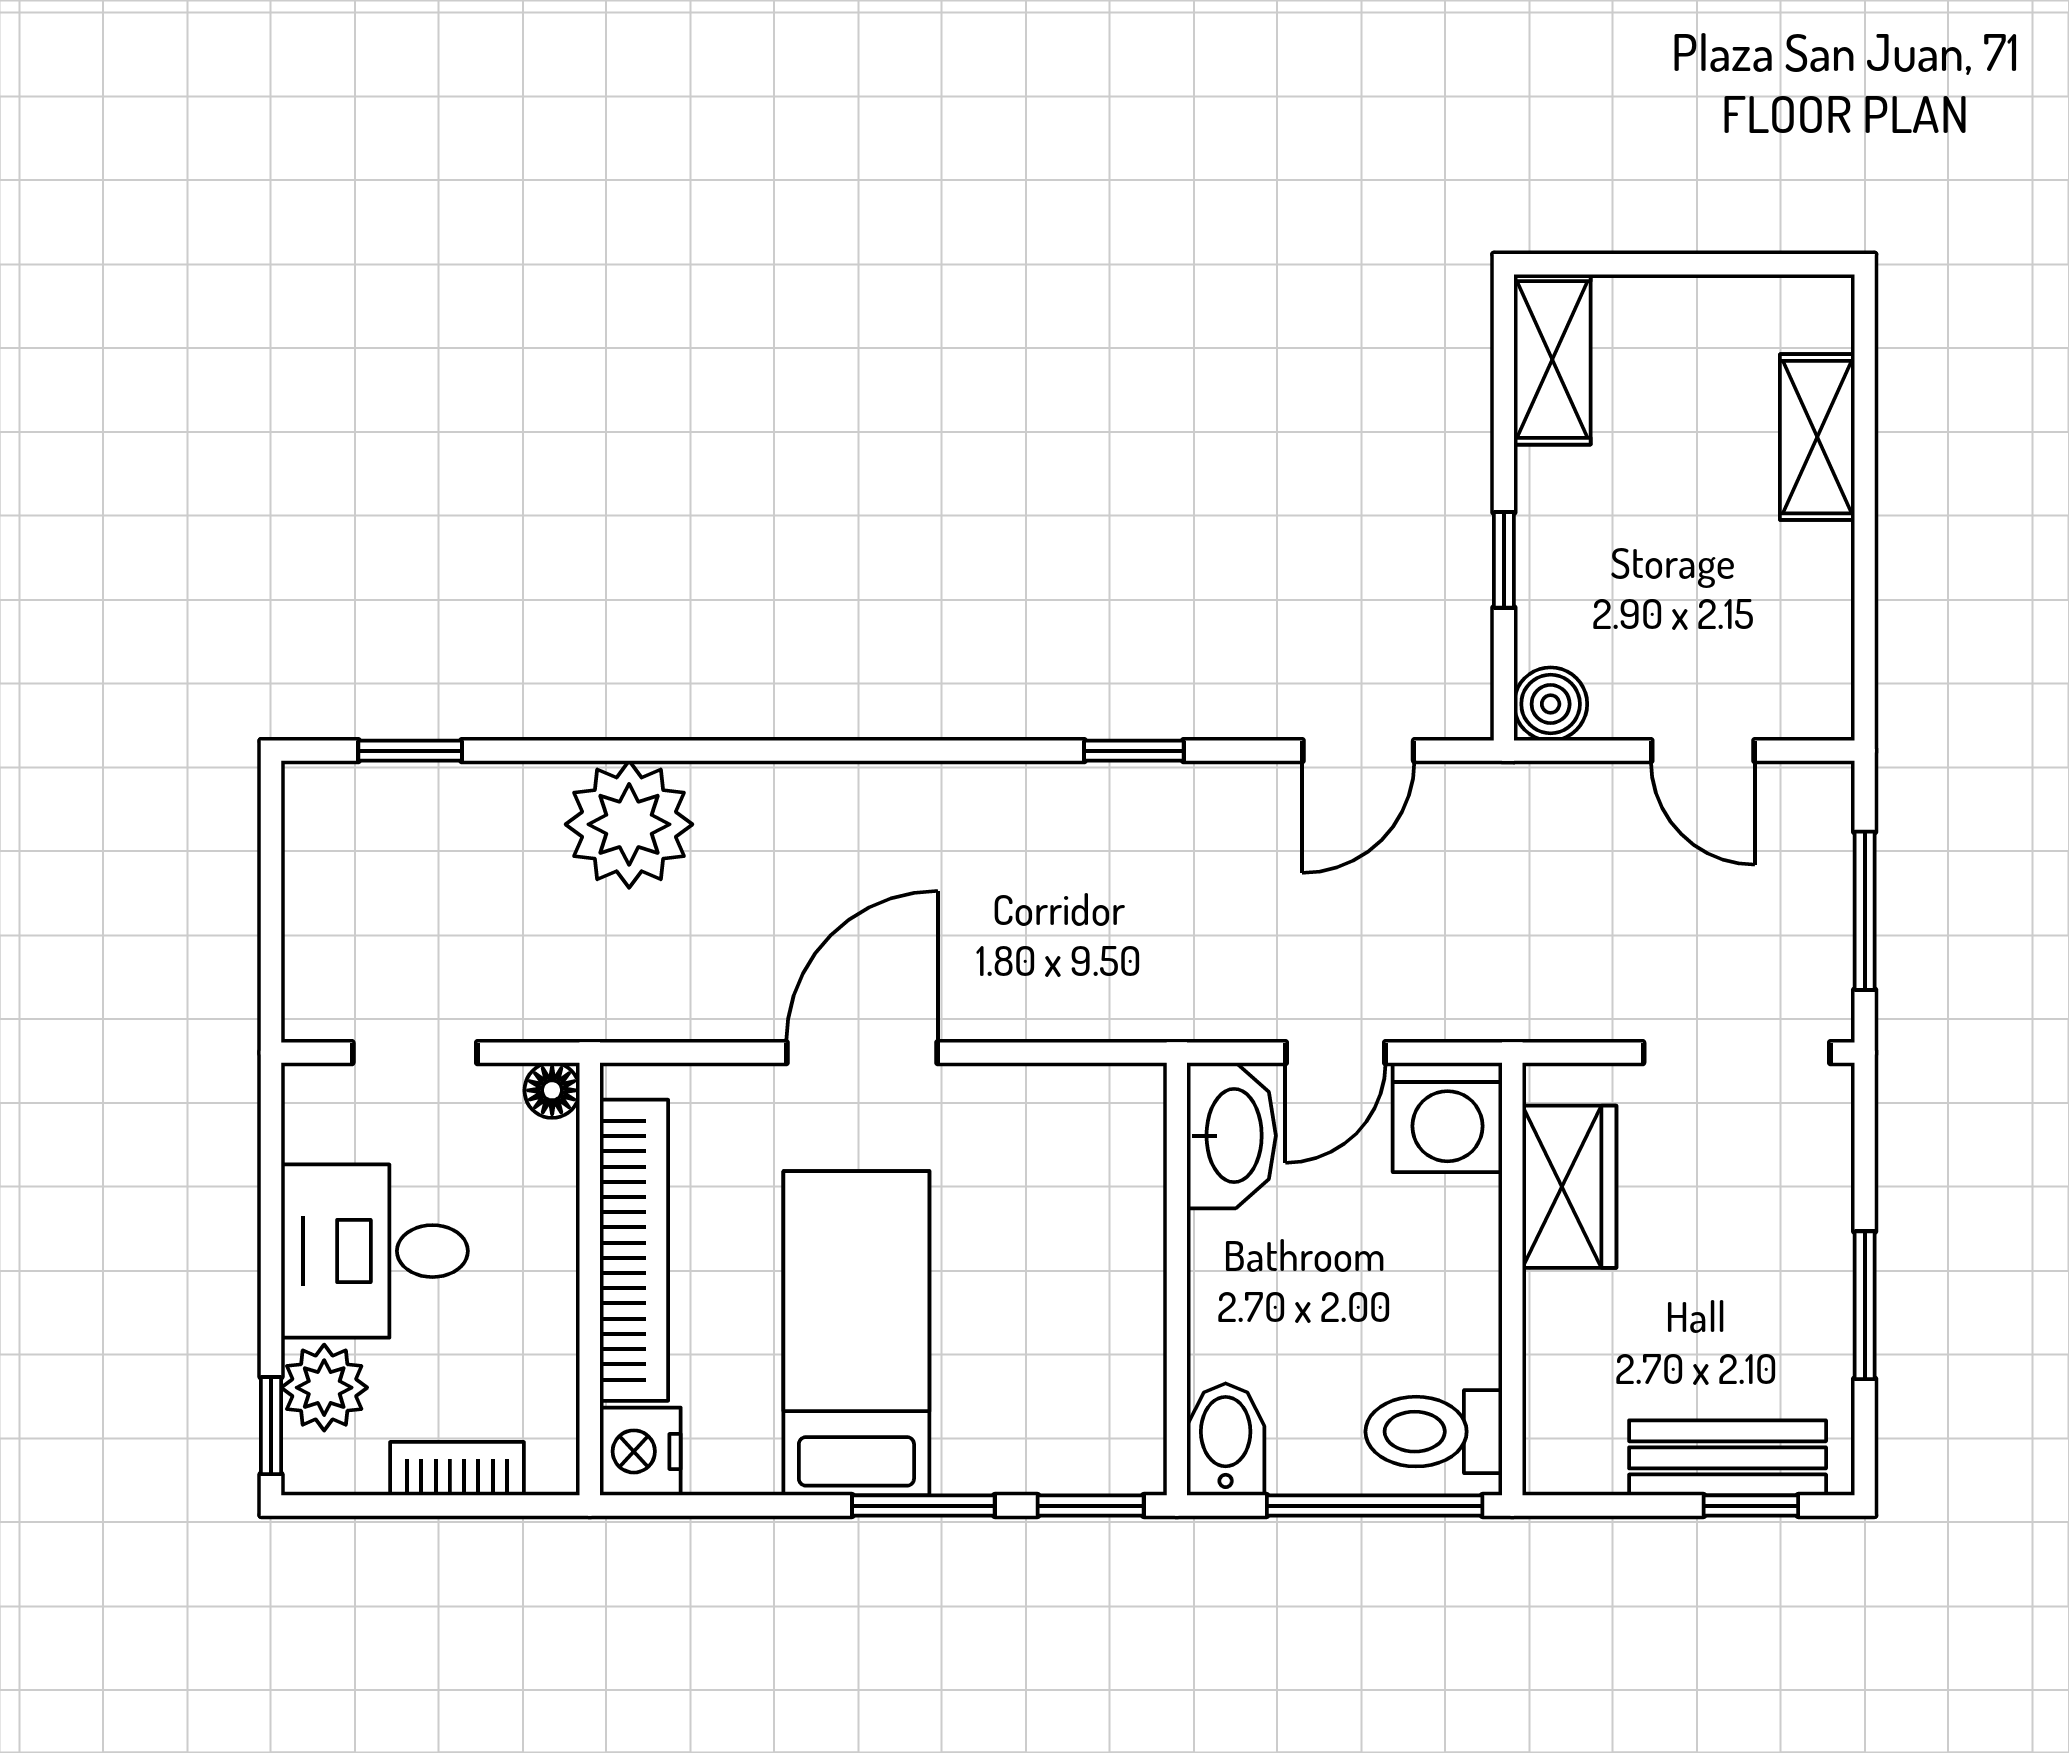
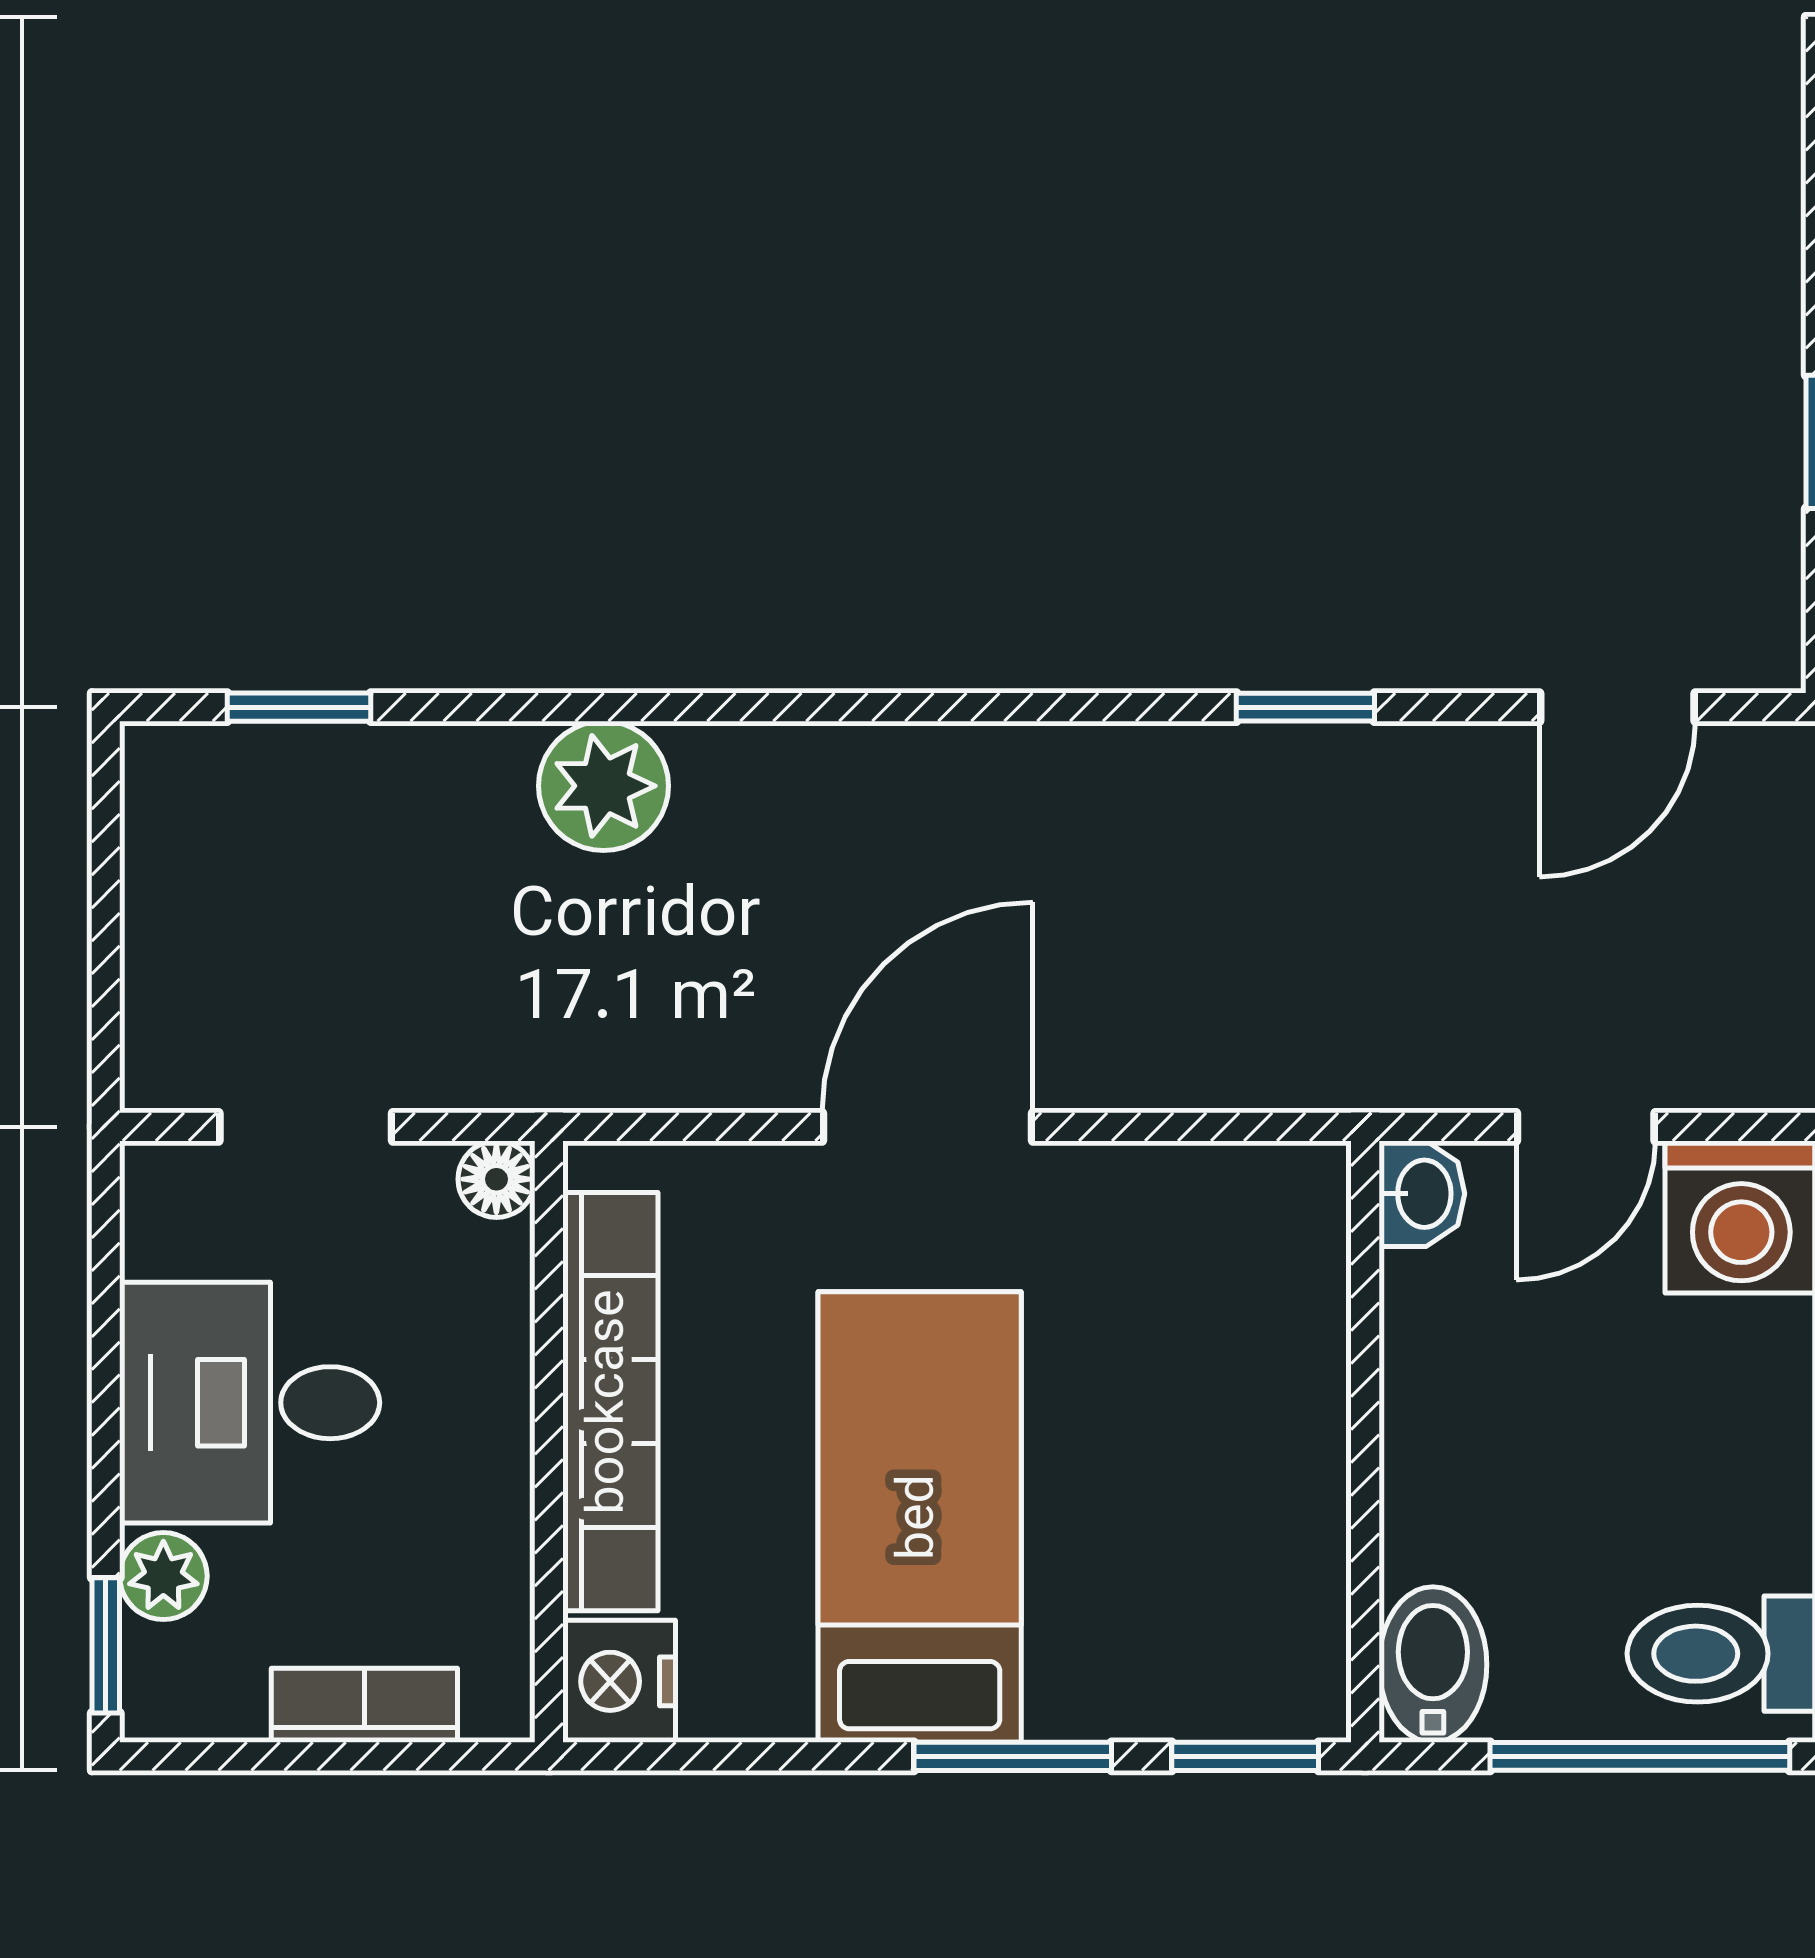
plant: (629, 824) -> (603, 786), width x0.73, depth x0.73
washbasin: (1231, 1136) -> (1422, 1194), width x0.52, depth x0.69
plant: (324, 1388) -> (163, 1576), width x0.73, depth x0.73

